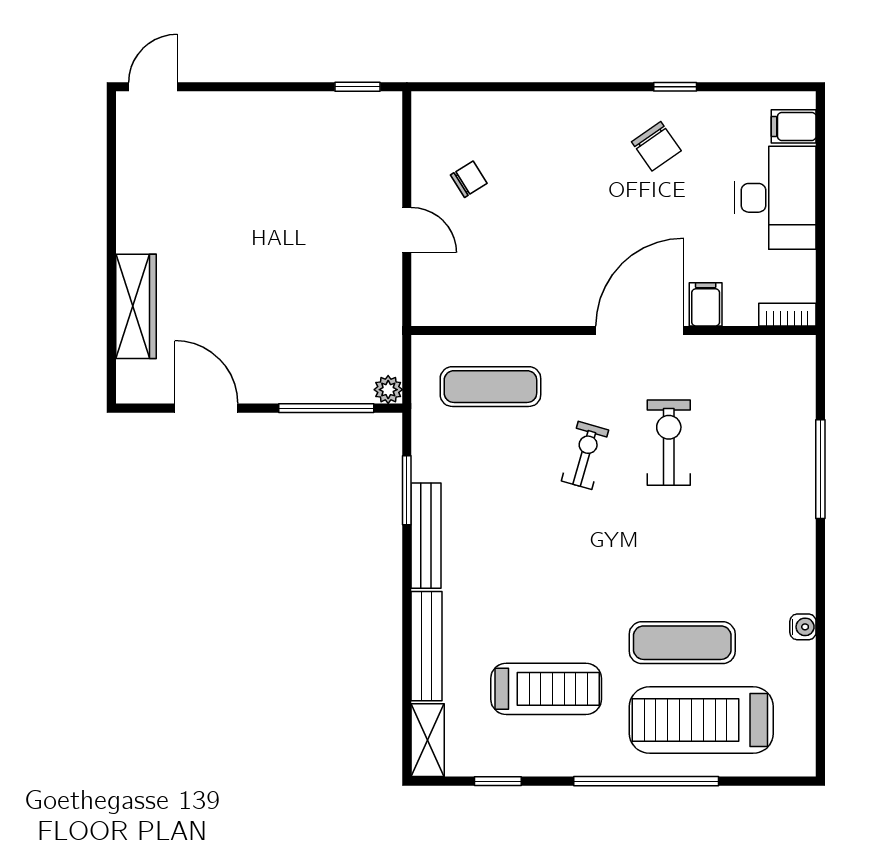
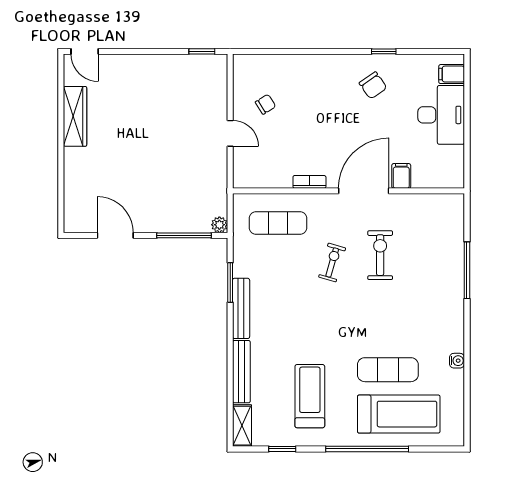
door: (153, 87) -> (85, 51), swing flipped
wardrobe: (136, 306) -> (75, 116), moved
bookcase: (787, 315) -> (309, 182), moved
treadmill: (546, 689) -> (310, 396), turned -90
treadmill: (701, 720) -> (399, 414), turned 180

